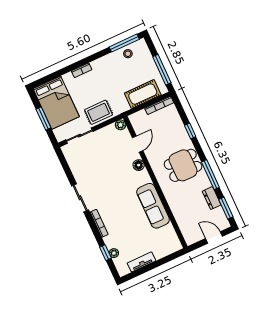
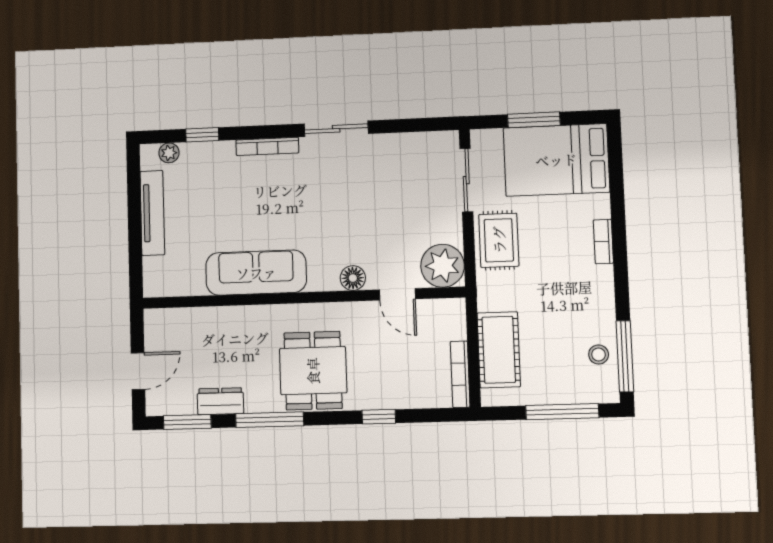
window: (162, 70) -> (562, 412), moved
plant: (120, 125) -> (443, 266), width x1.88, depth x1.88
plant: (114, 253) -> (169, 153), moved
tv unit: (142, 262) -> (152, 213), width x1.41

